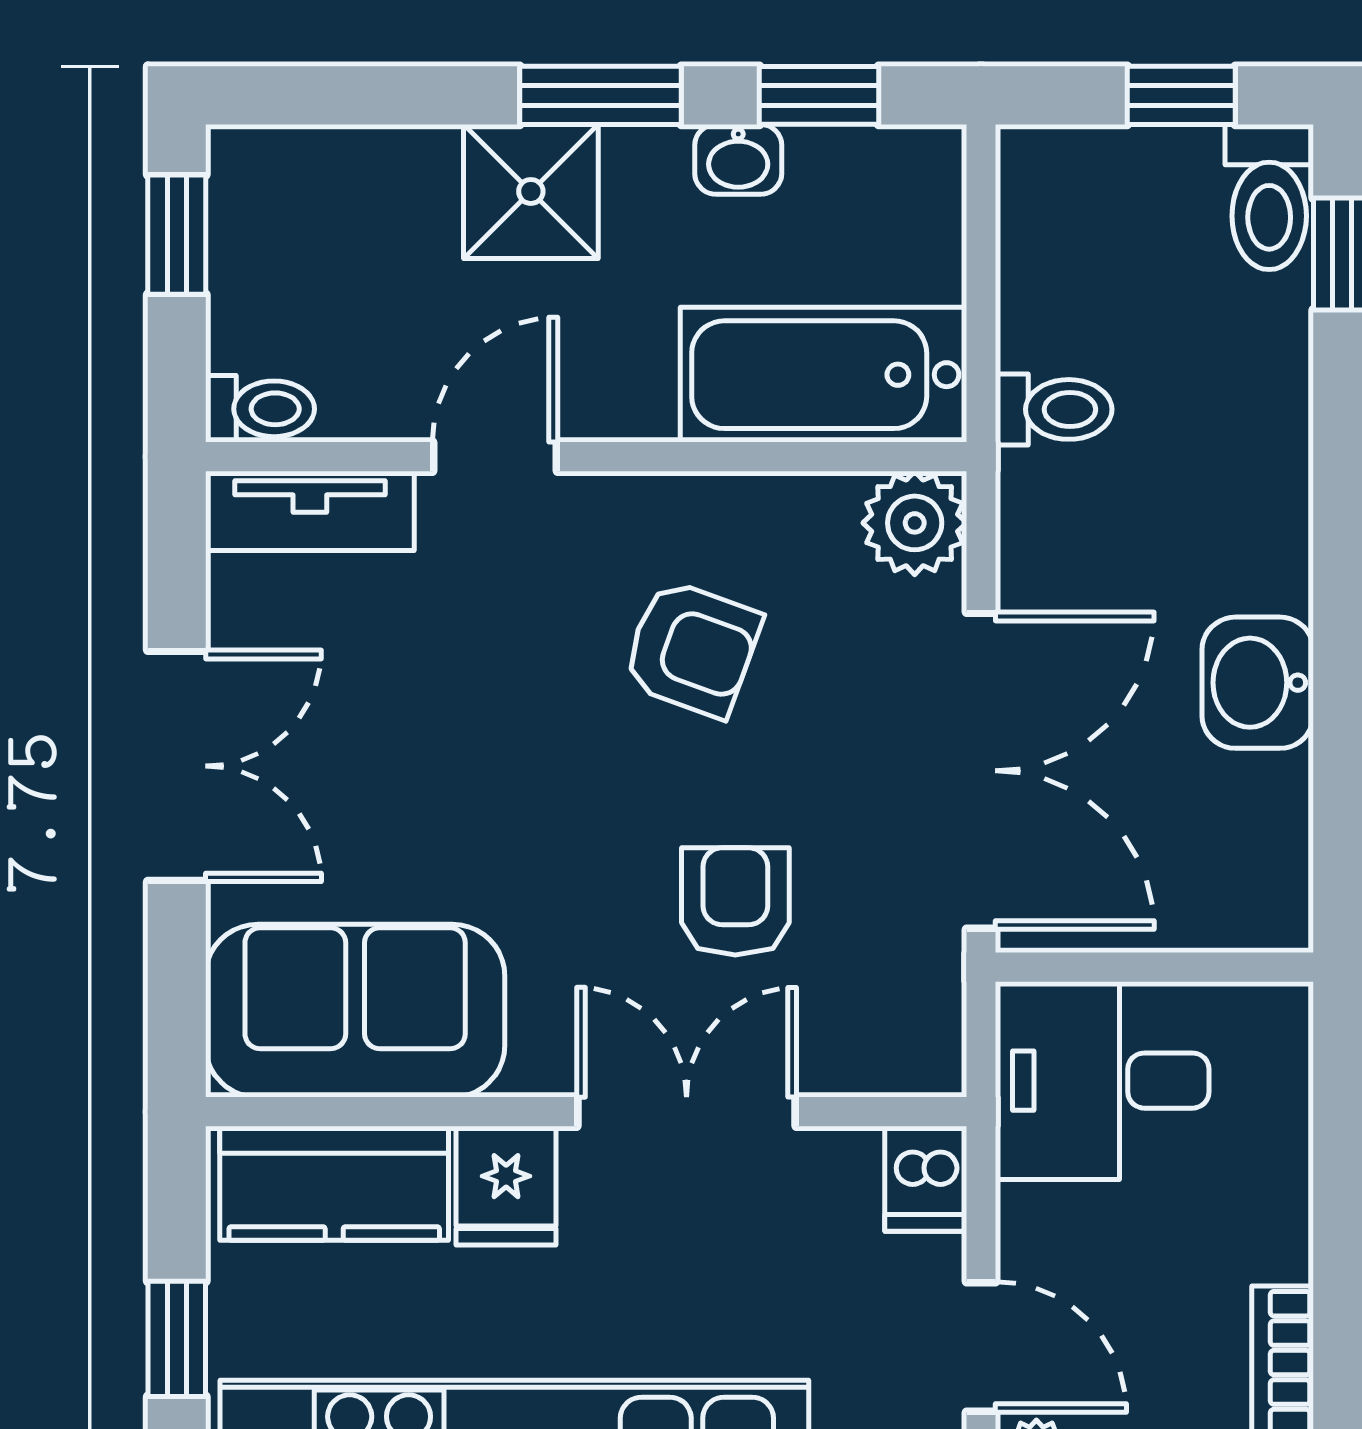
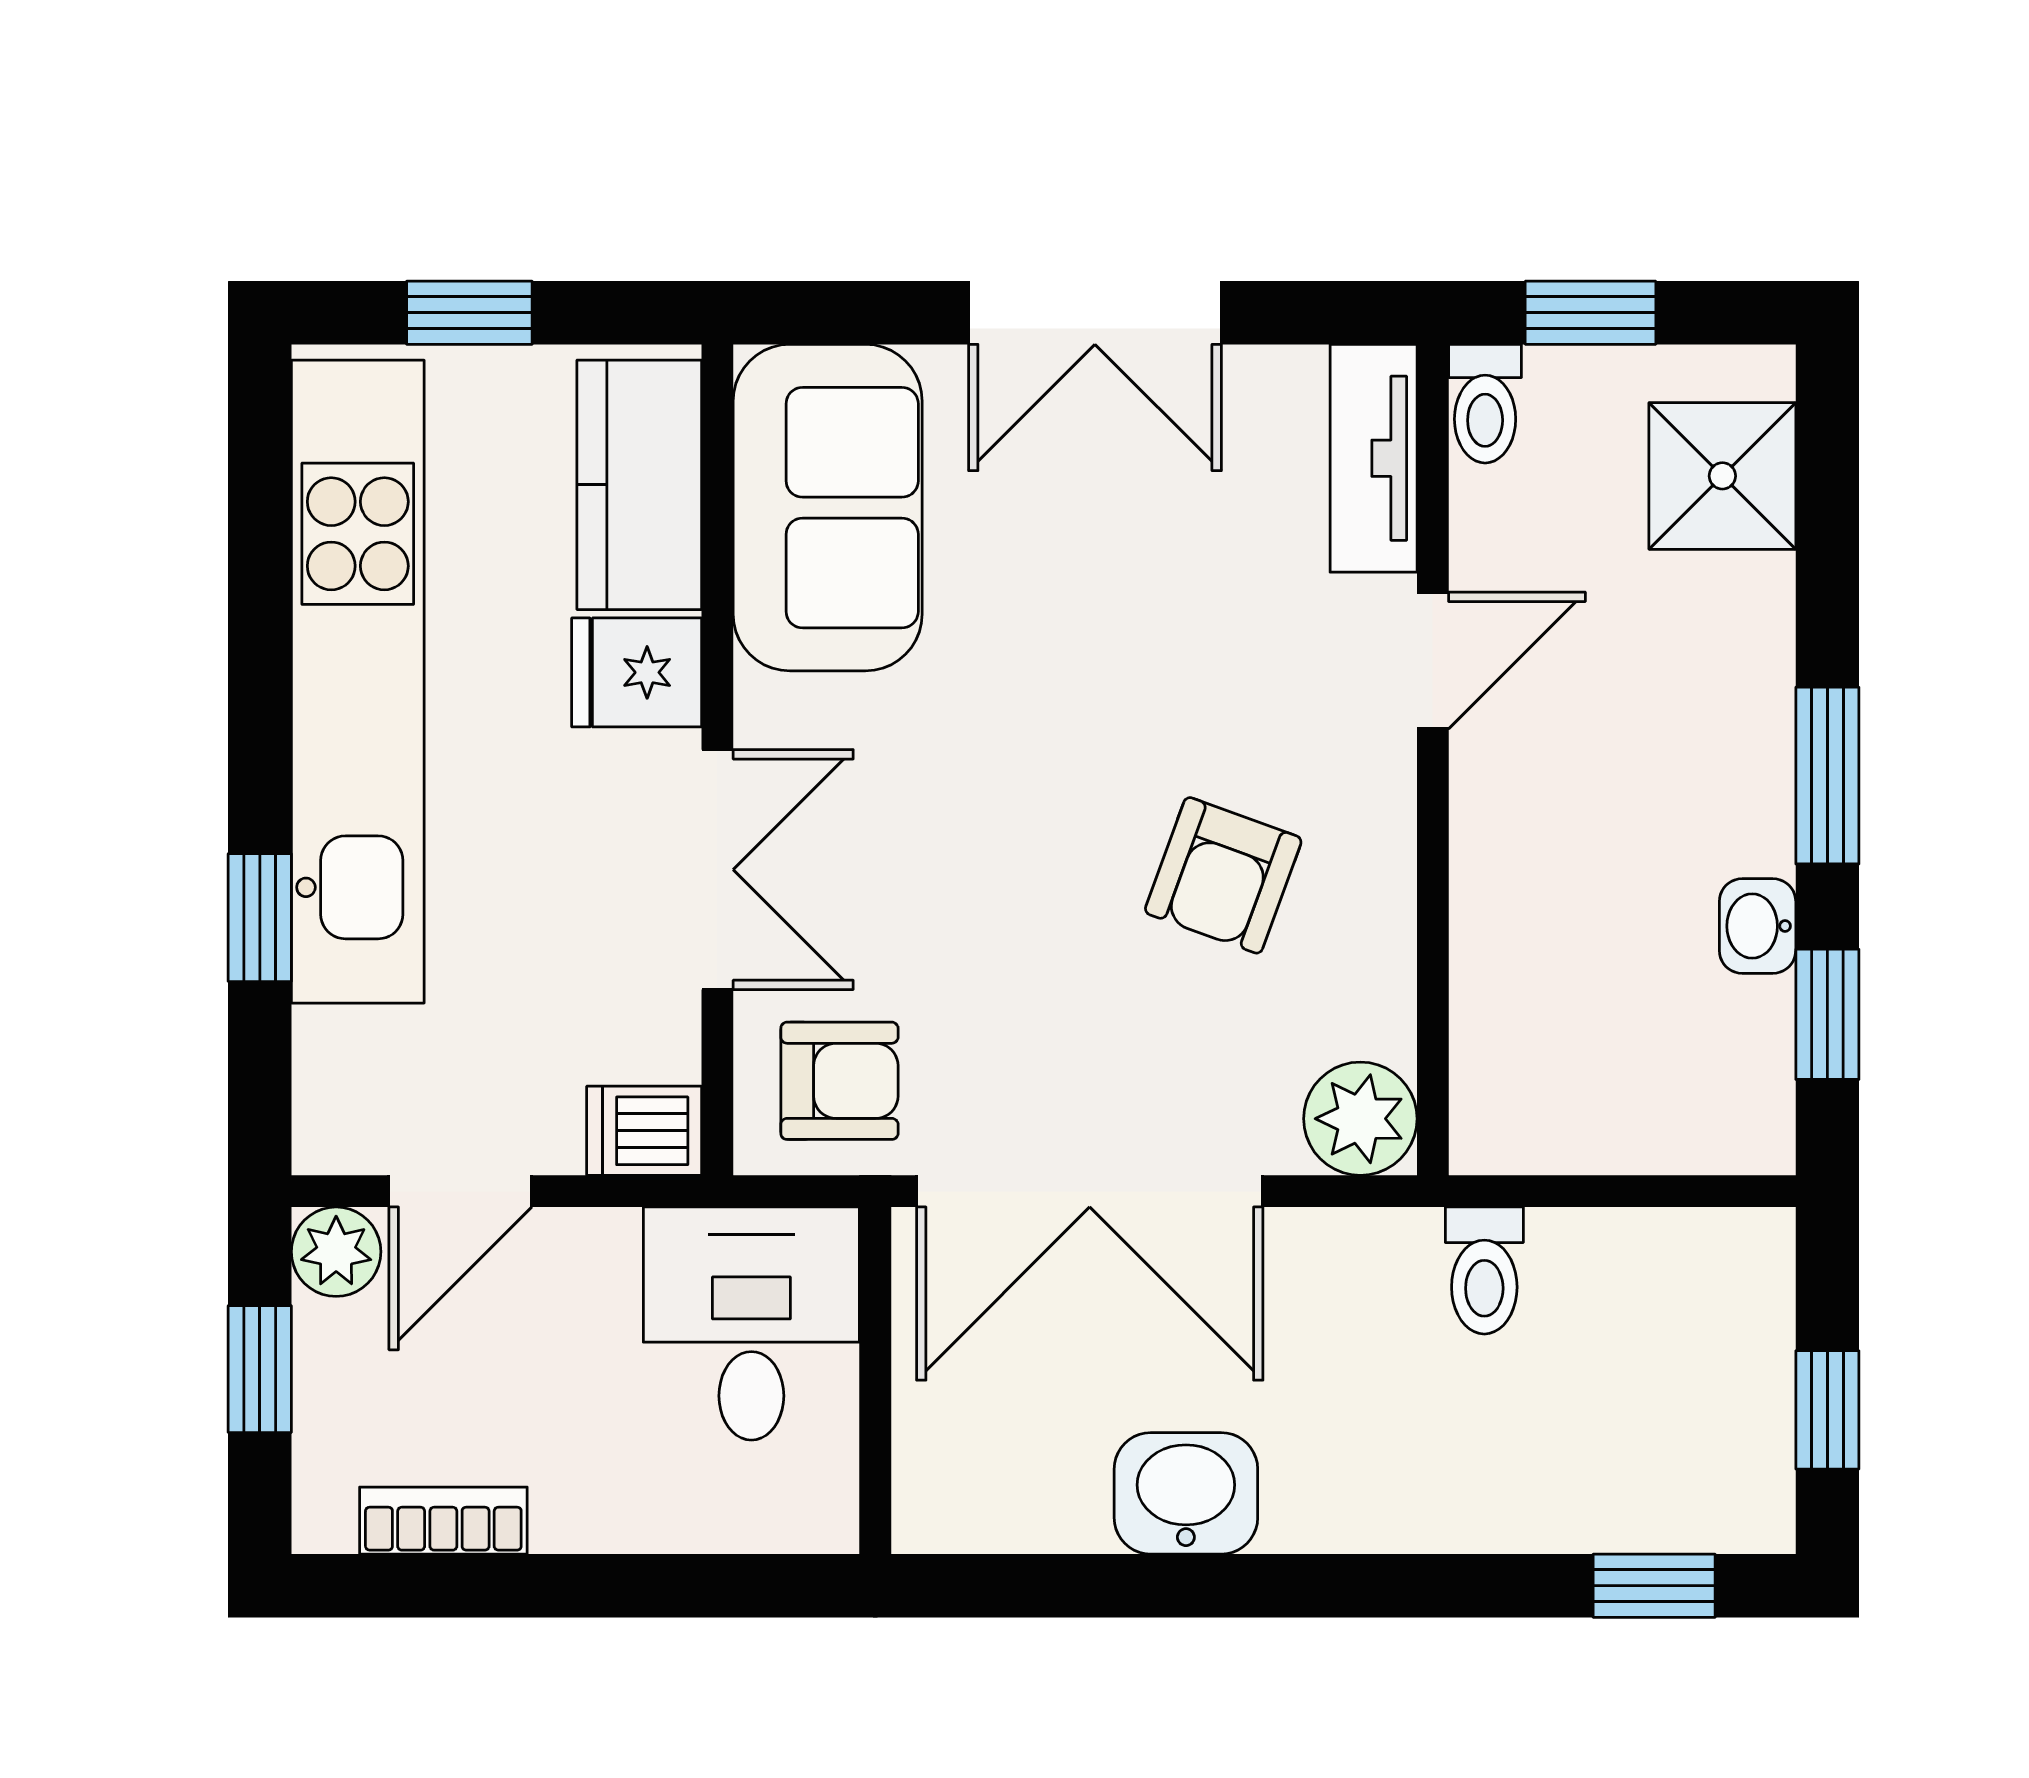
shower: (531, 191) -> (1722, 476), moved
toilet: (1269, 197) -> (1716, 1506), removed
window: (177, 235) -> (1590, 313), moved
bathtub: (823, 375) -> (1522, 1019), removed
door: (495, 457) -> (1433, 660), hinge flipped
armchair: (735, 901) -> (839, 1081), moved

